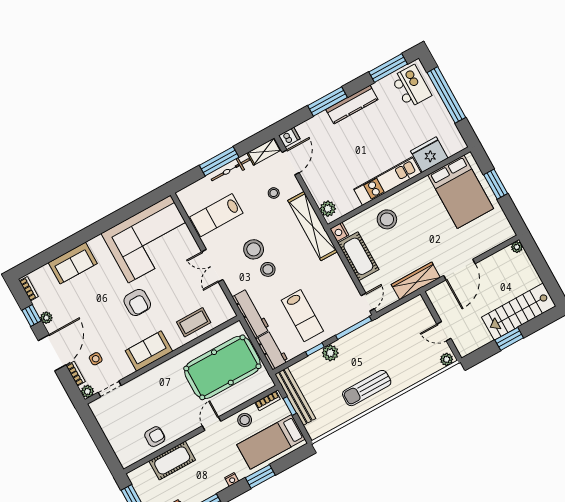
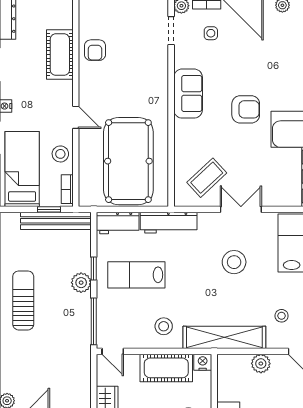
plant: (328, 209) -> (261, 364), moved
stool: (268, 269) -> (164, 326), moved
armchair: (137, 302) -> (246, 109), turned 180
coffee table: (194, 322) -> (207, 178), moved, turned 47

